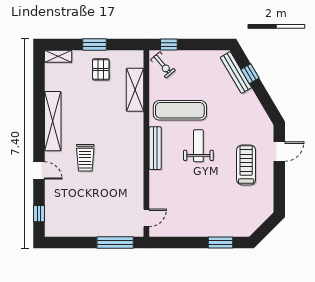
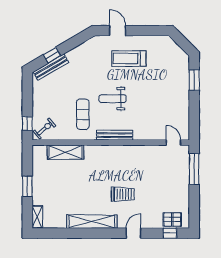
pallet: (101, 69) -> (172, 219), moved
exercise mat: (180, 110) -> (83, 114), width x0.73, depth x0.69

